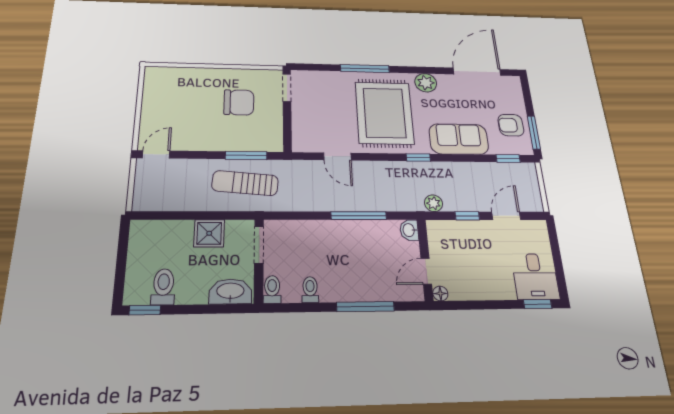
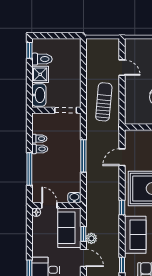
door: (156, 154) -> (122, 68), moved
window: (246, 155) -> (122, 102), removed
plant: (433, 203) -> (91, 238), moved
window: (359, 216) -> (83, 156), moved
shower: (209, 233) -> (40, 74), moved
sofa: (460, 238) -> (69, 228), added
toilet: (272, 289) -> (40, 149), moved

